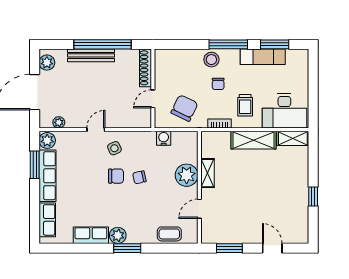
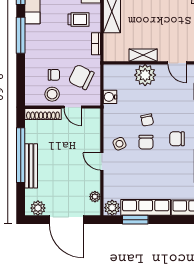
stool: (211, 60) -> (52, 94), moved
chair: (218, 84) -> (54, 75), moved
chair: (116, 176) -> (146, 142), turned 180
chair: (120, 209) -> (177, 139), added

